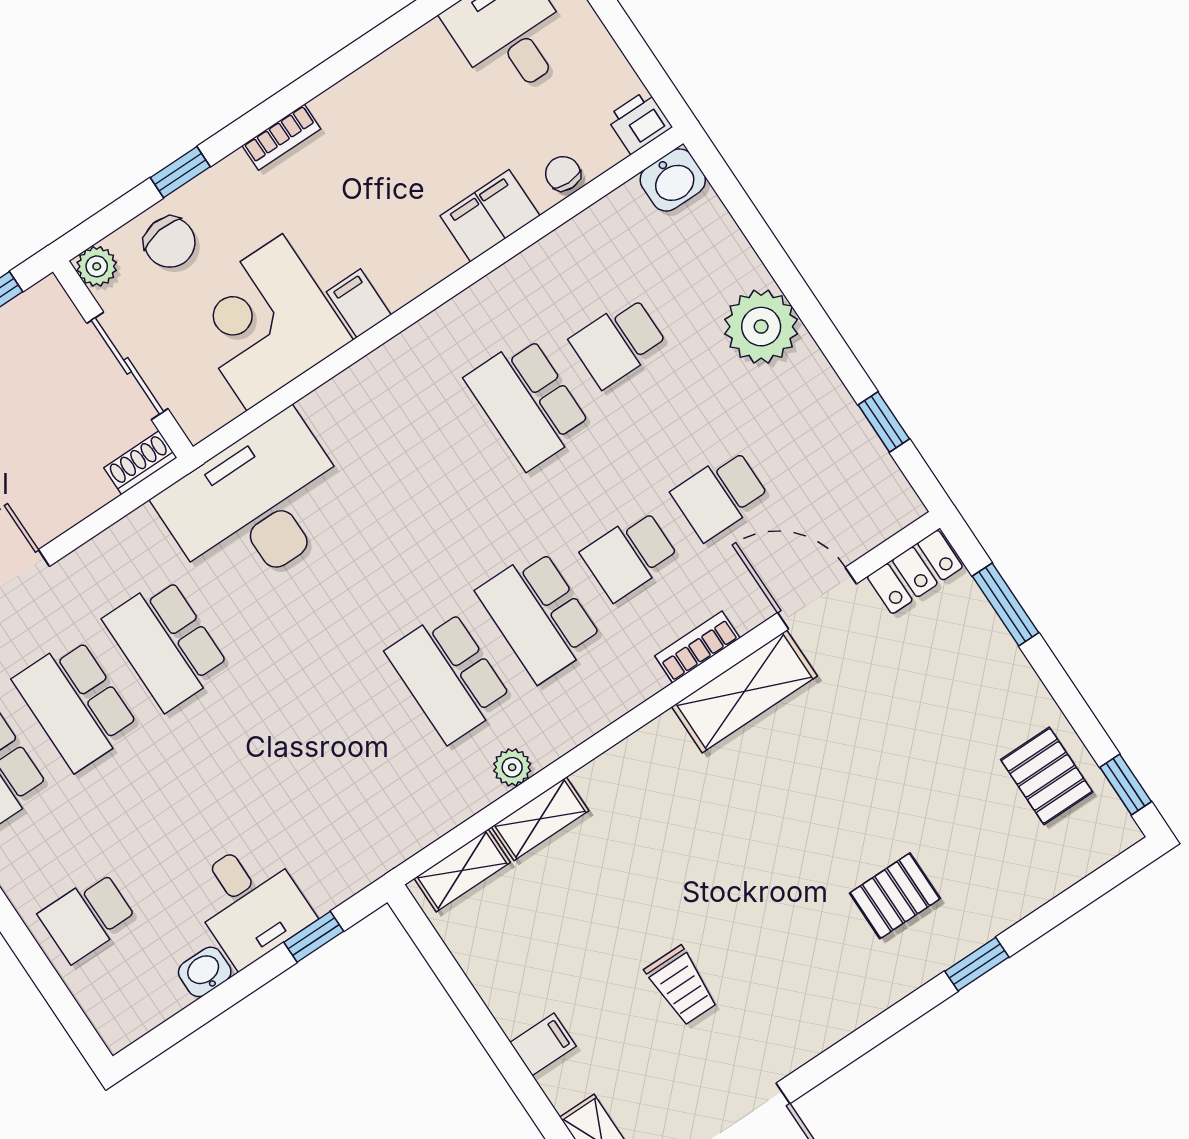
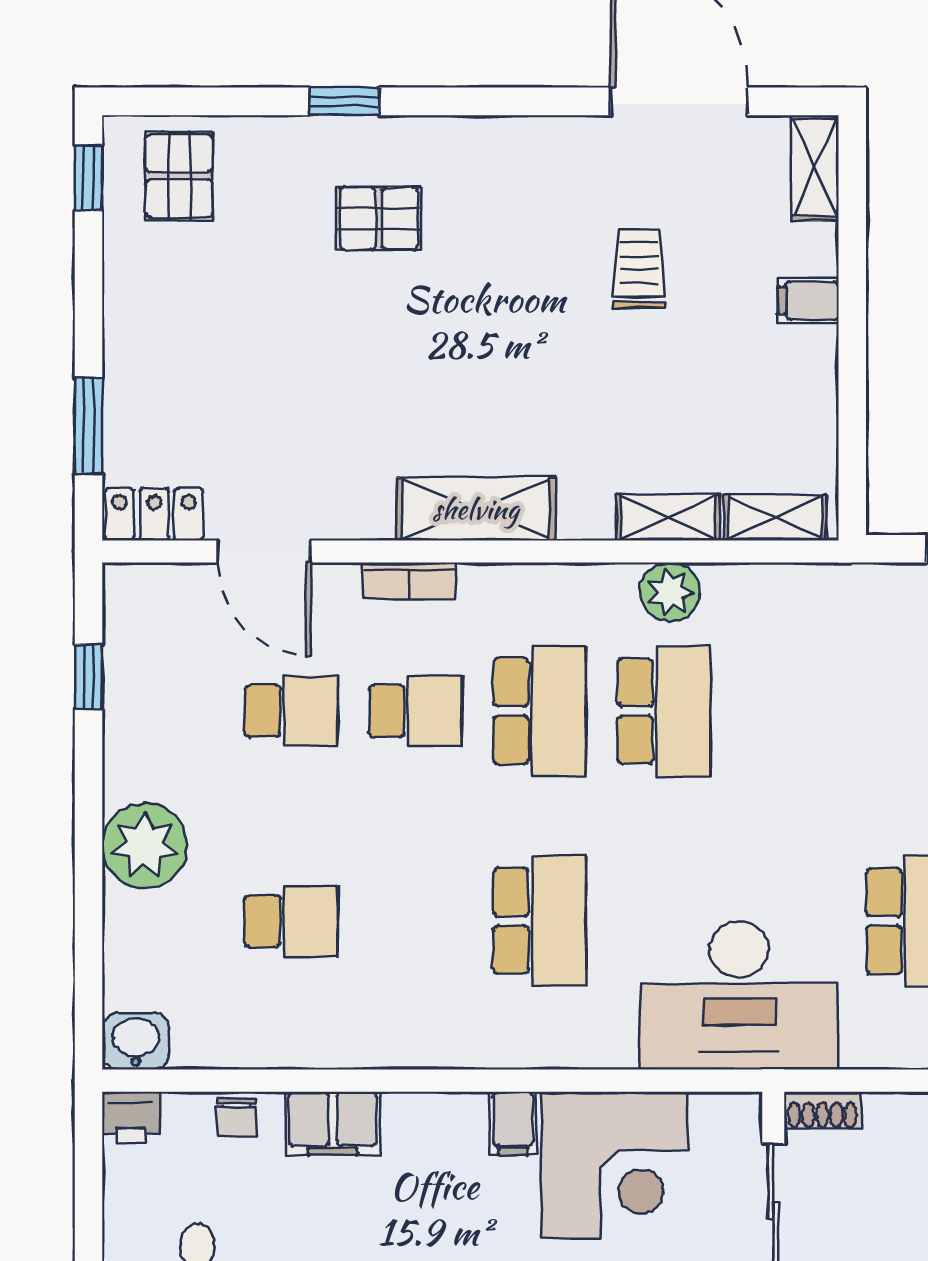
school desk: (528, 403) -> (540, 921), moved
shelving: (744, 691) -> (476, 509), moved
plant: (512, 767) -> (670, 592), width x1.38, depth x1.38
pallet: (1047, 776) -> (179, 176), moved

